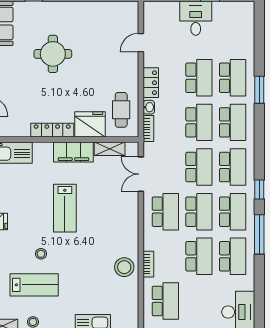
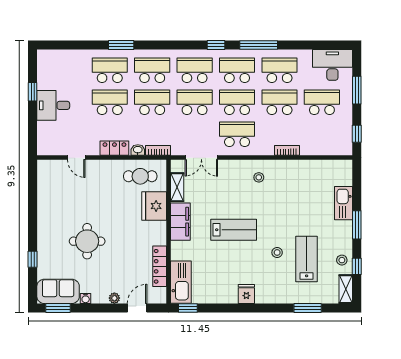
locker: (52, 130) -> (160, 266), moved
stool: (124, 267) -> (259, 177), moved, width x0.53, depth x0.53
school desk: (165, 301) -> (322, 102), moved

